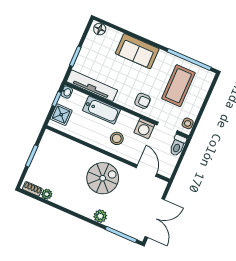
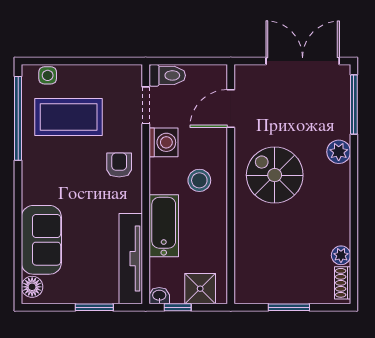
sofa: (137, 51) -> (41, 240), moved
side table: (188, 123) -> (48, 75), moved

